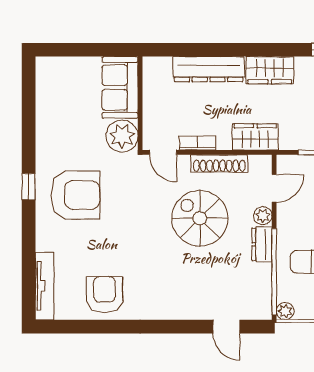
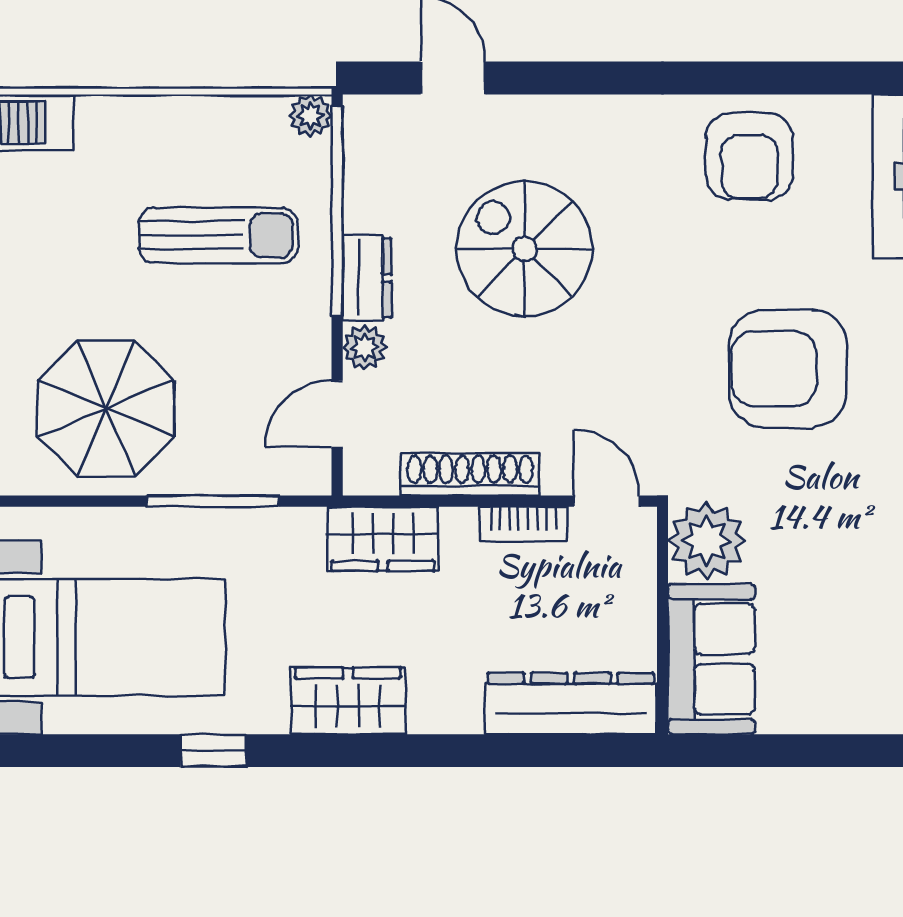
dresser: (209, 69) -> (571, 704), moved
armchair: (75, 195) -> (788, 369), moved
spiral stairs: (200, 218) -> (524, 249), moved, turned 180

